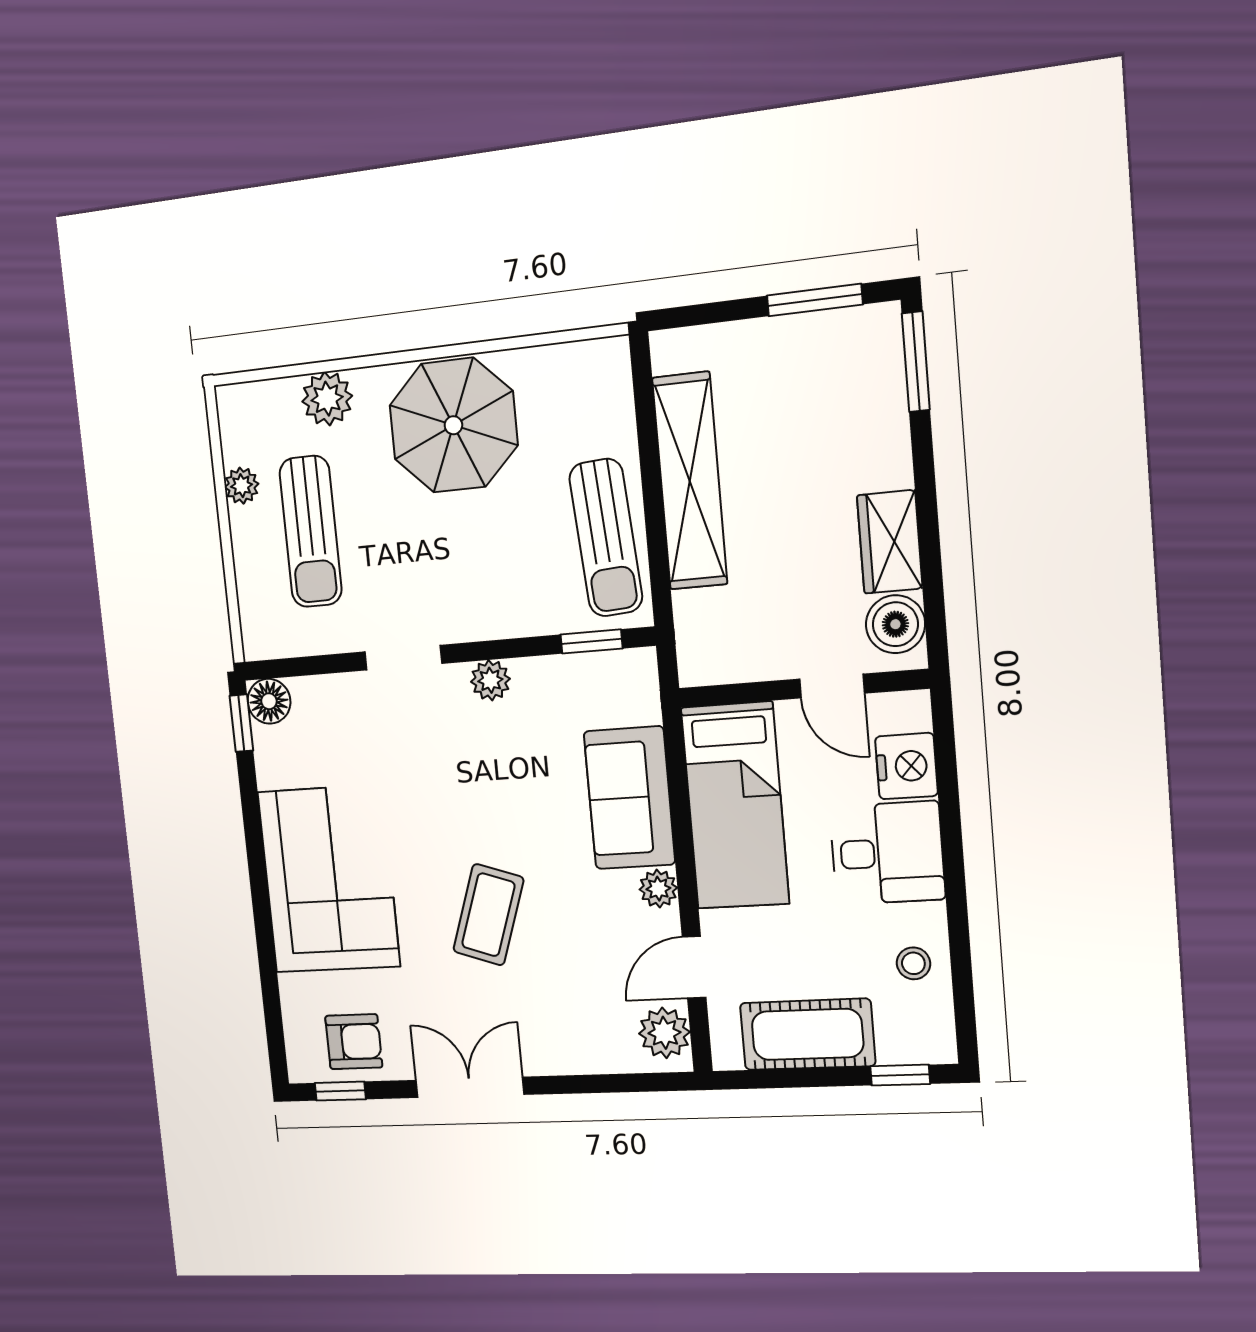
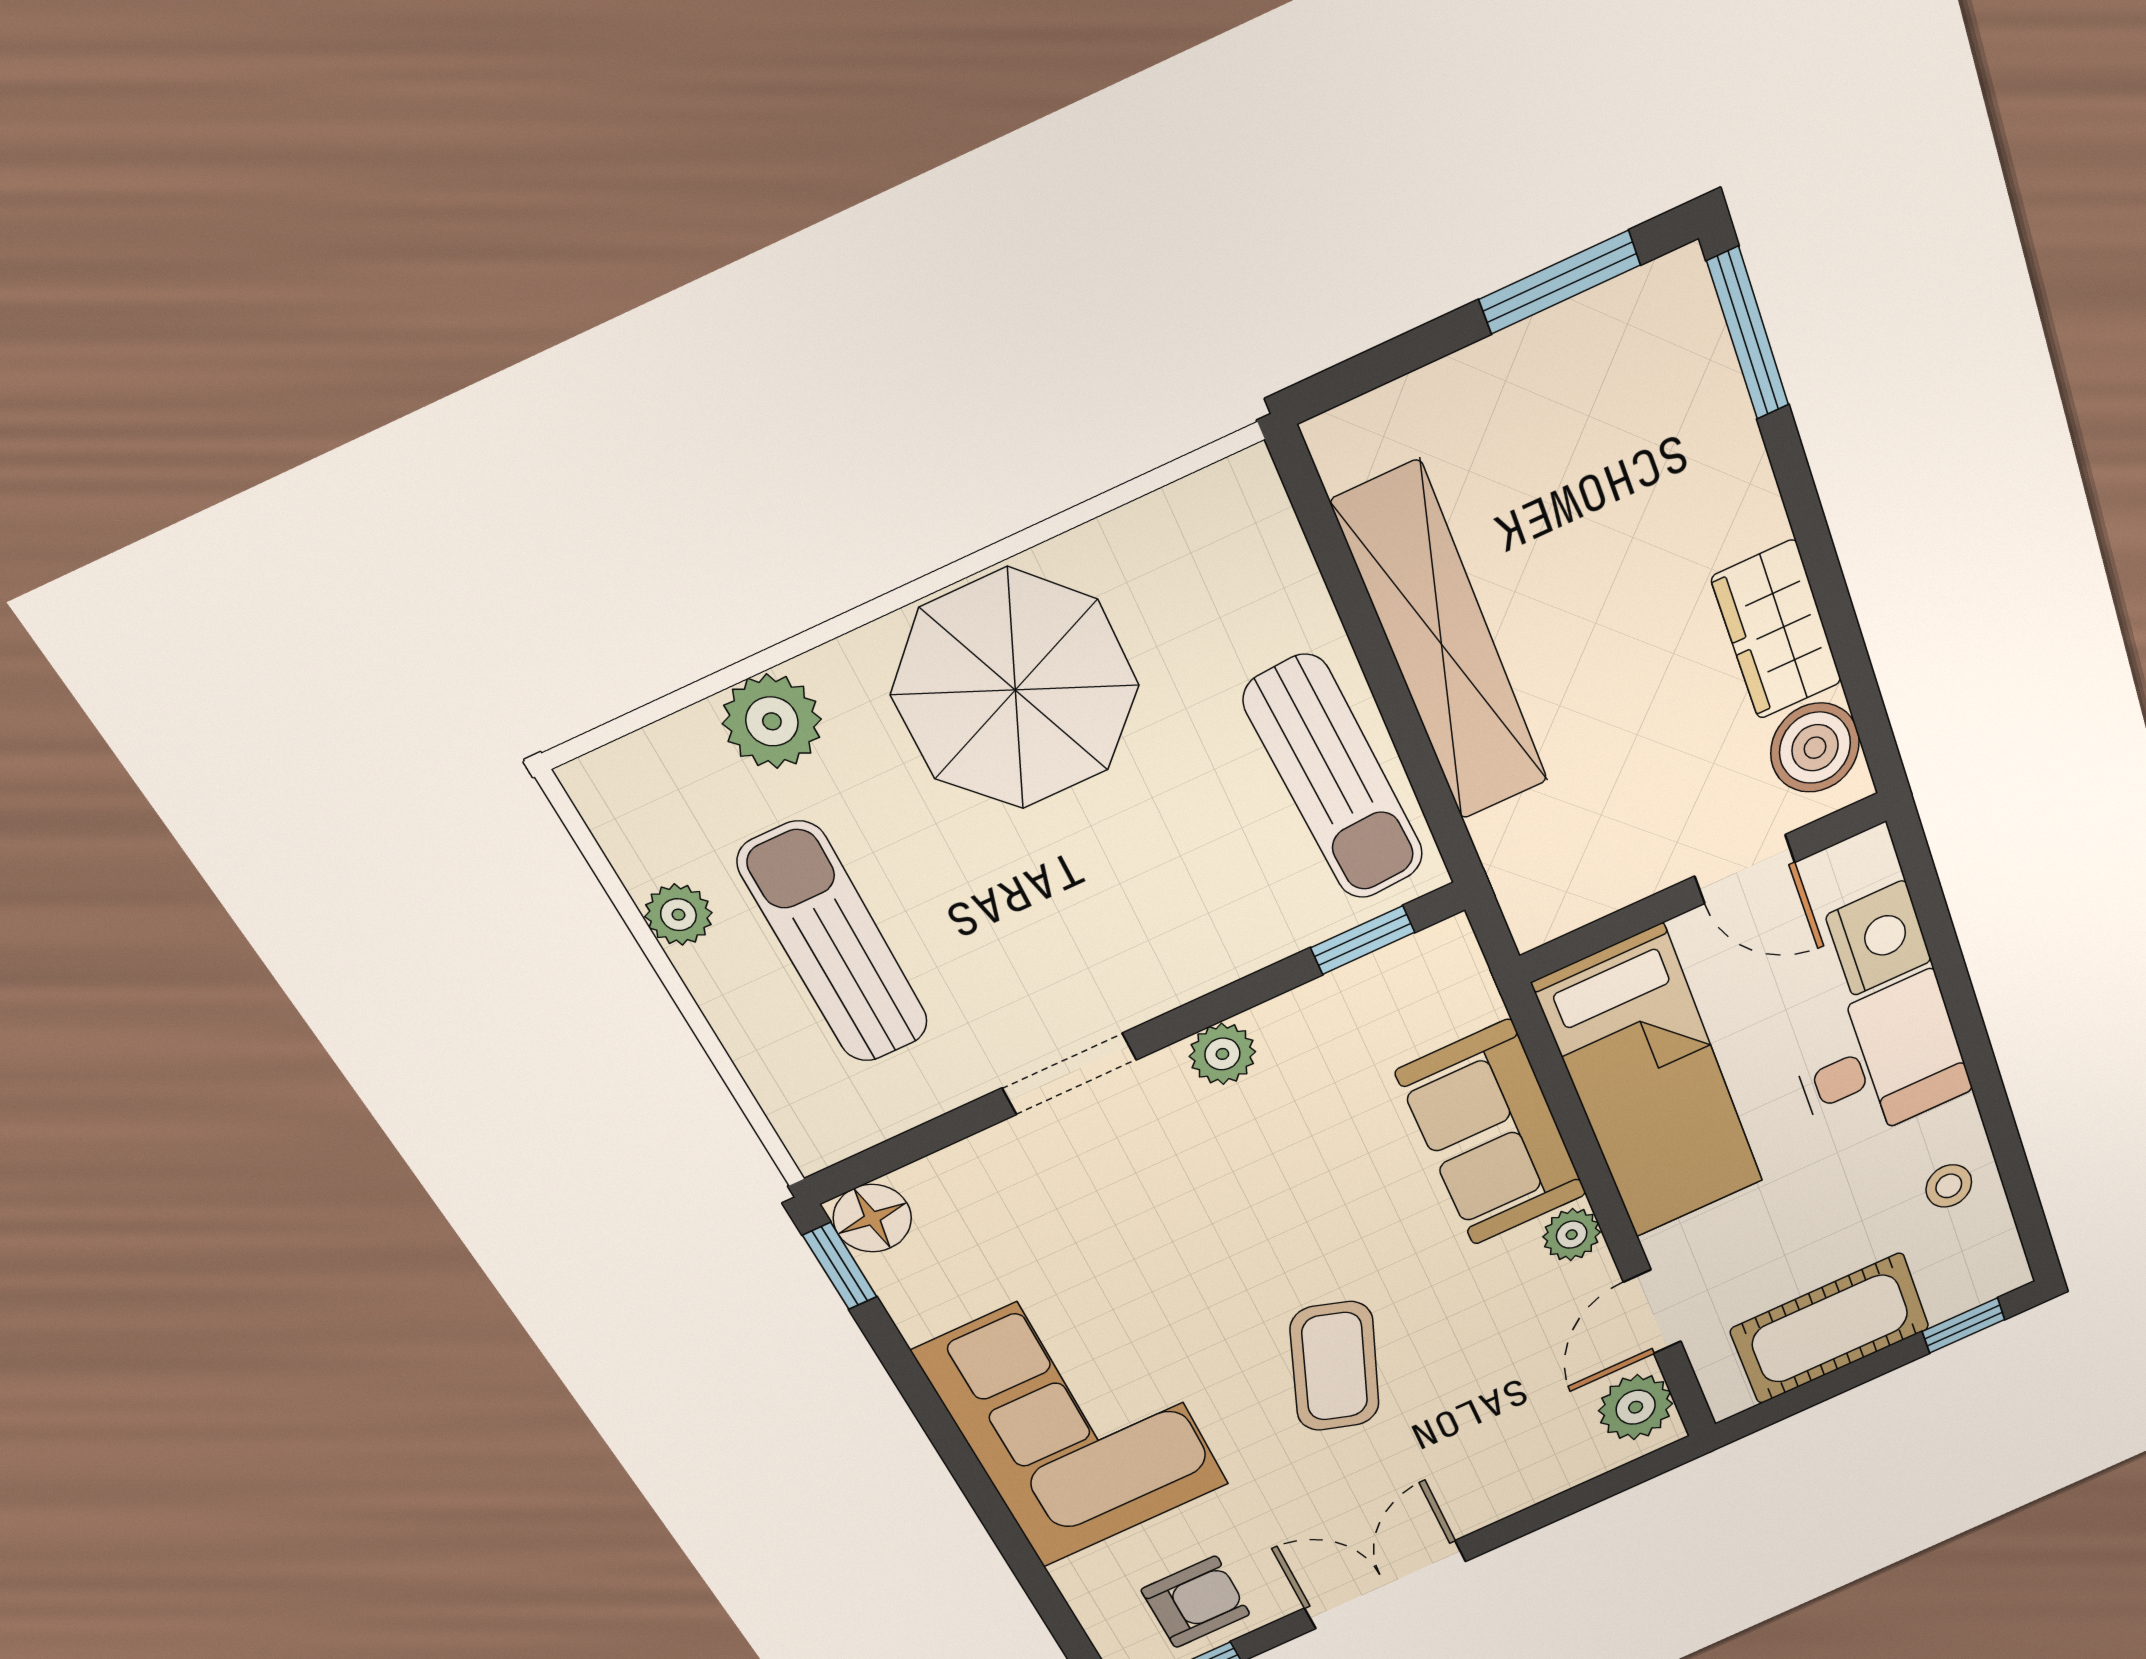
sun lounger: (311, 532) -> (834, 943), turned 180

